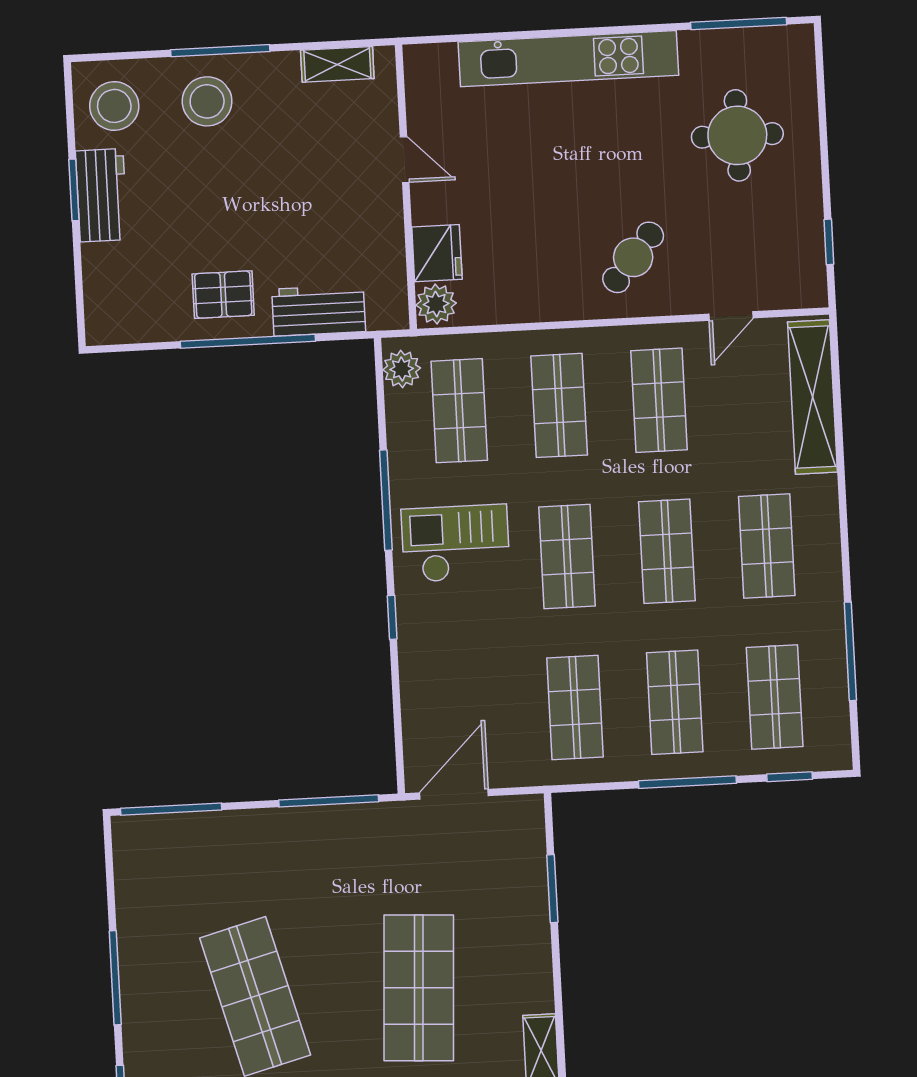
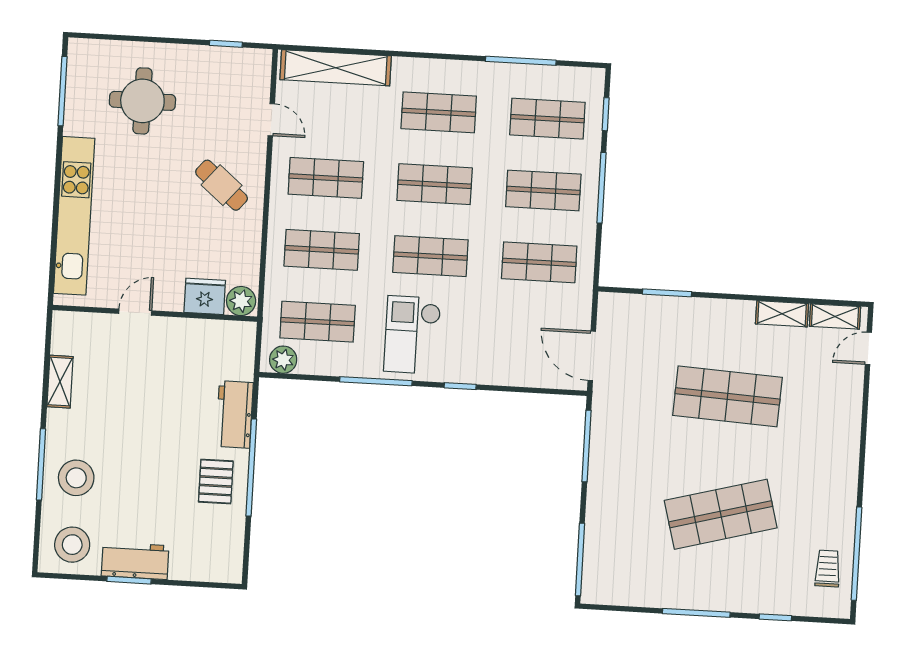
door: (405, 160) -> (135, 312), moved
wall: (406, 187) -> (155, 313), moved
fridge: (437, 253) -> (205, 296), moved
plant: (436, 304) -> (241, 301), moved

